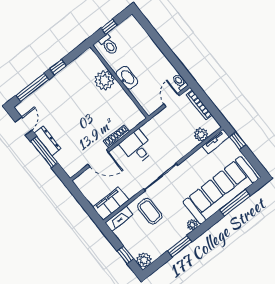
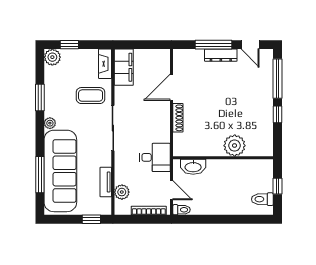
toilet: (109, 45) -> (262, 199), moved
washbasin: (127, 78) -> (193, 167), moved
tv unit: (216, 141) -> (106, 182), moved
desk: (137, 147) -> (155, 157), moved

